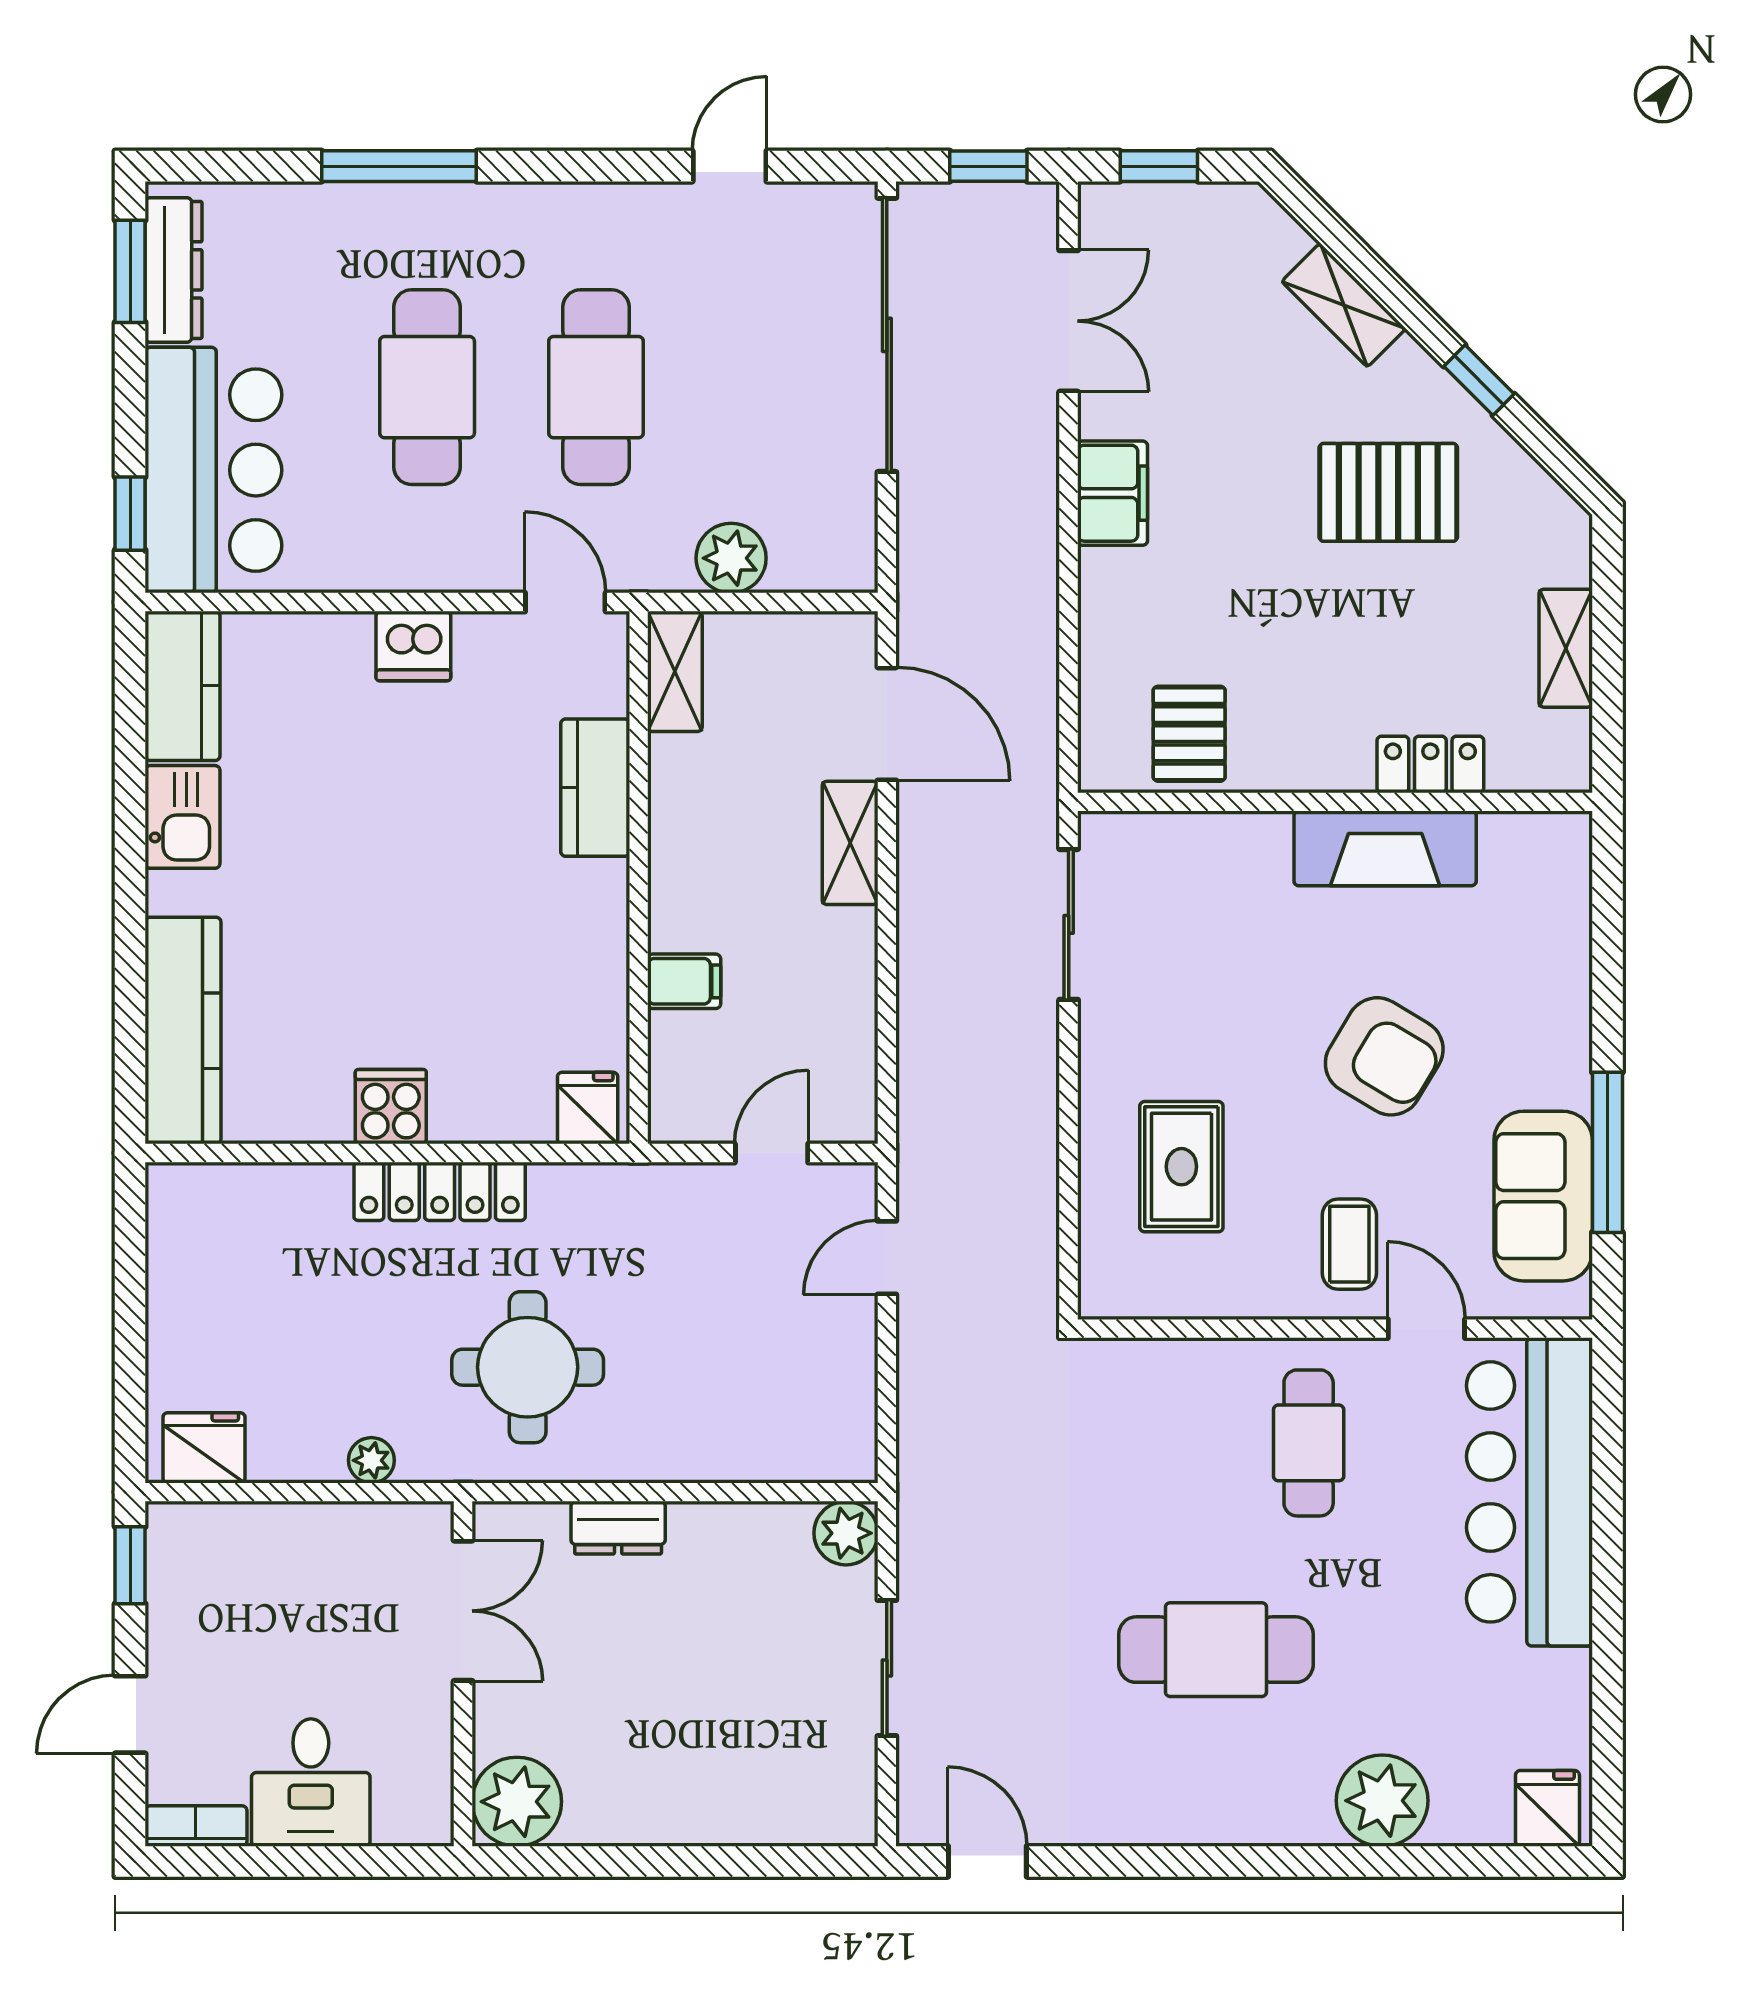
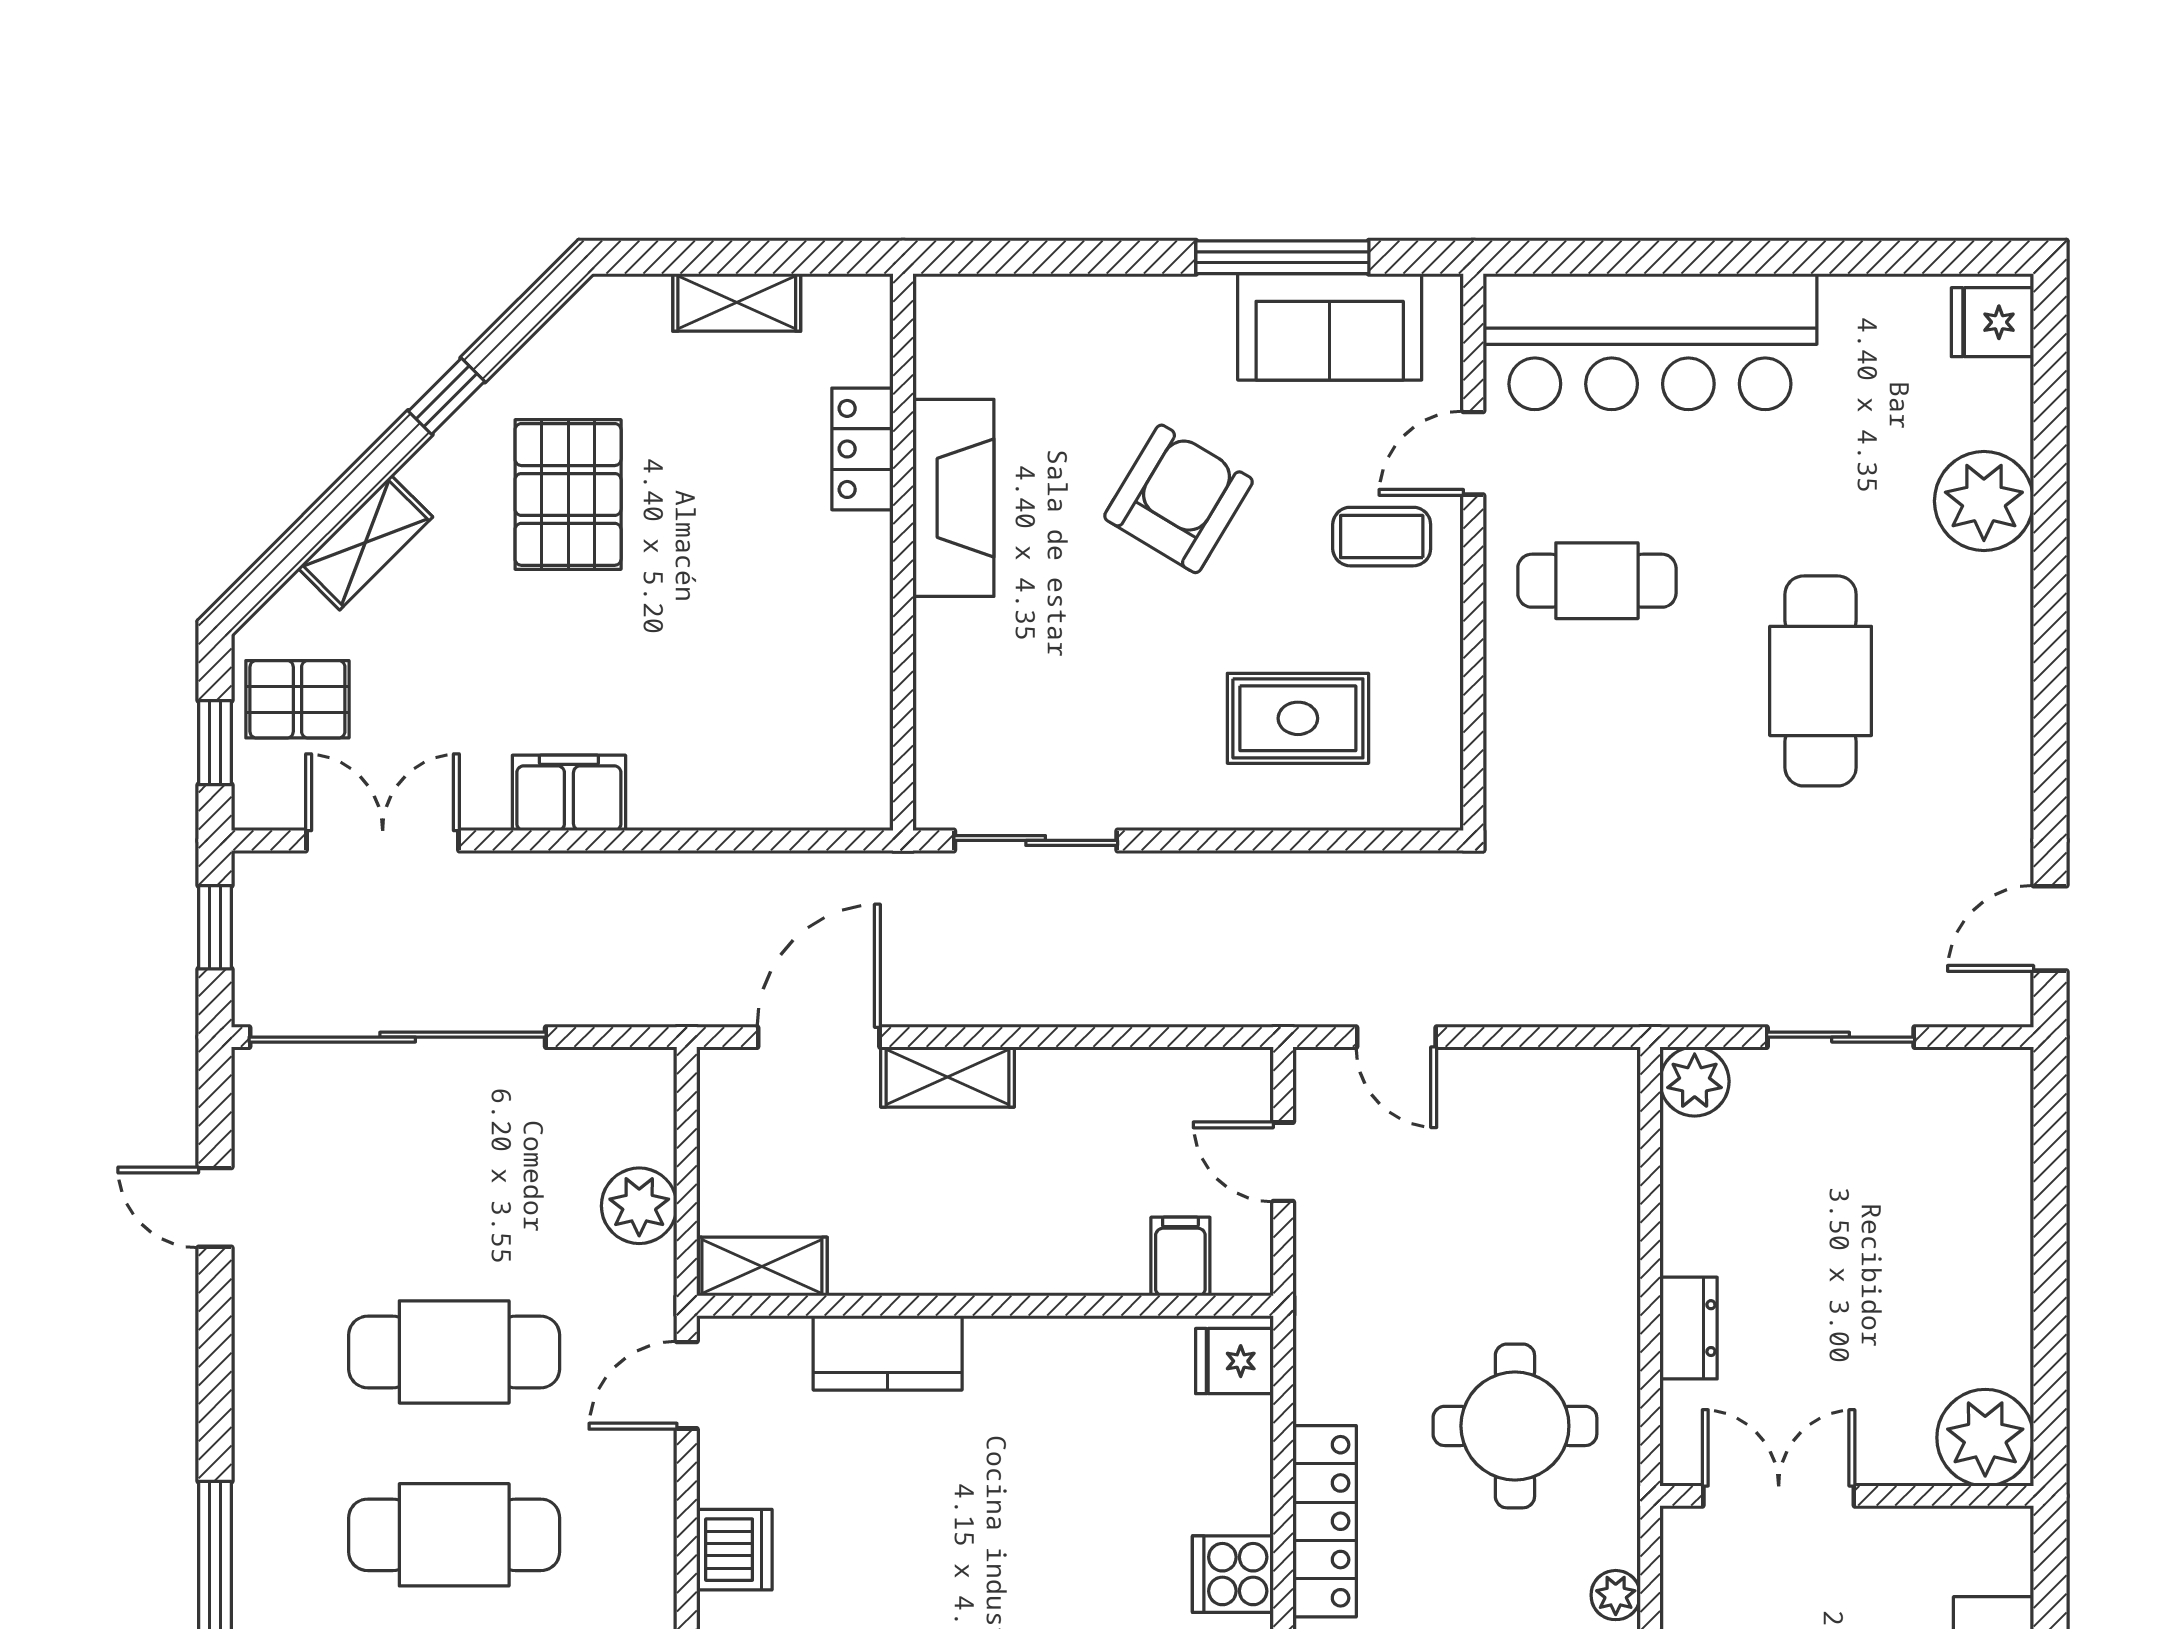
pallet: (1189, 734) -> (297, 699), moved
filing cabinet: (684, 981) -> (1180, 1257), moved

